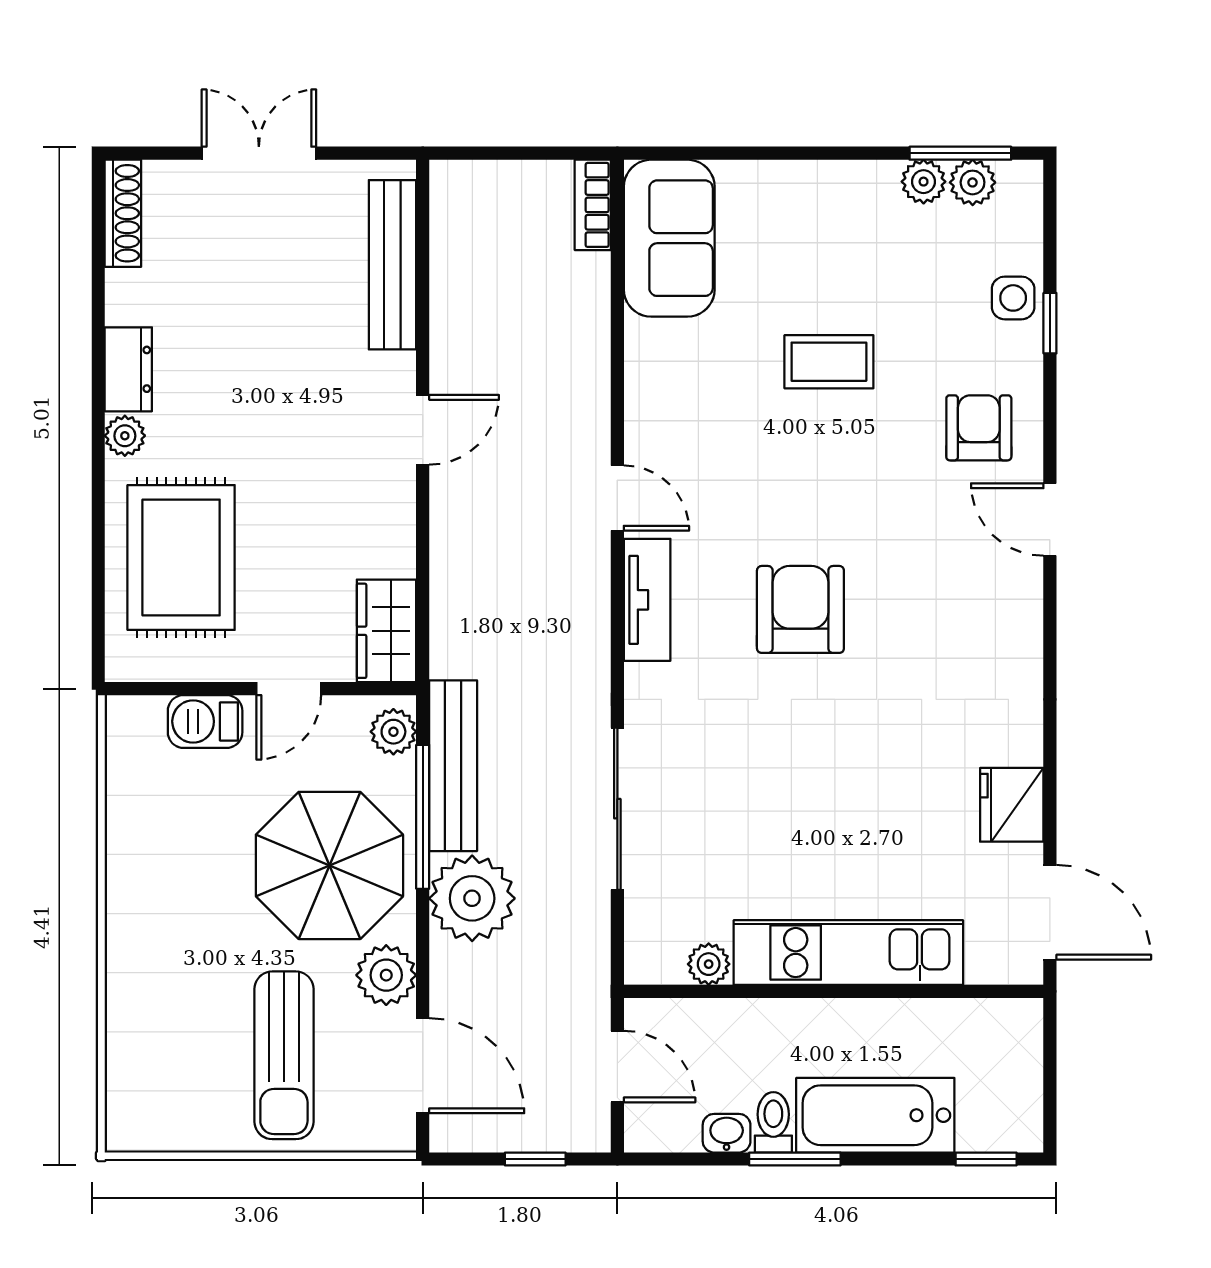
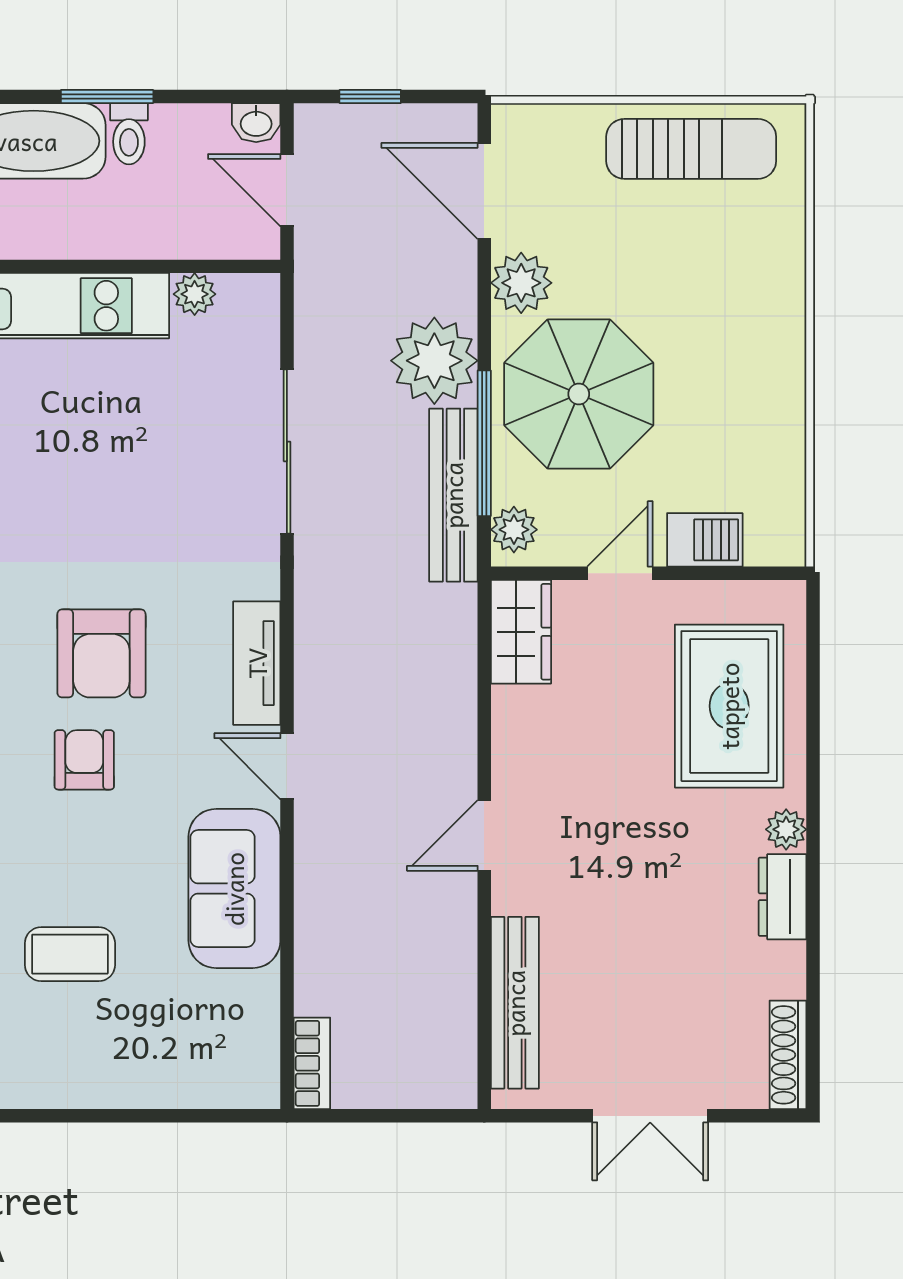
sofa: (669, 238) -> (234, 889), moved
coffee table: (829, 362) -> (70, 954), moved
armchair: (817, 504) -> (84, 760), added
sun lounger: (284, 1055) -> (691, 149), moved, turned 90
washbasin: (727, 1133) -> (256, 123), moved

